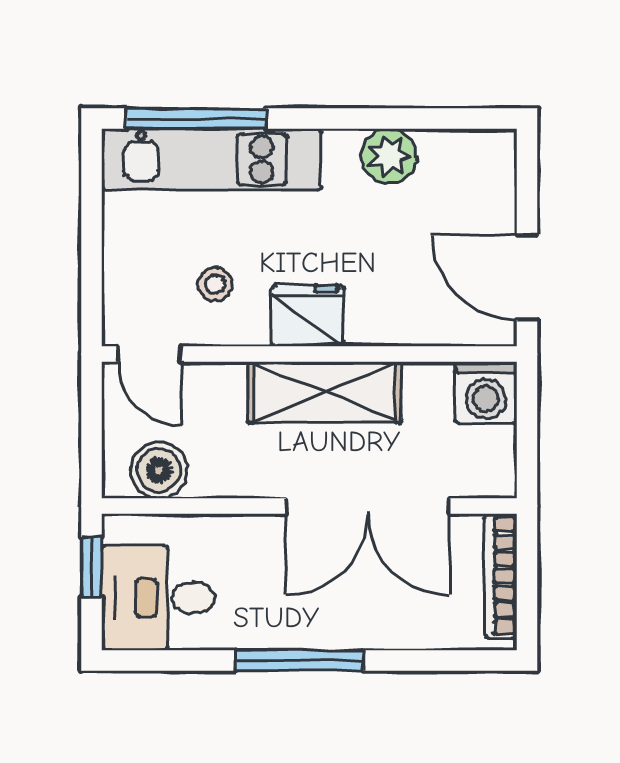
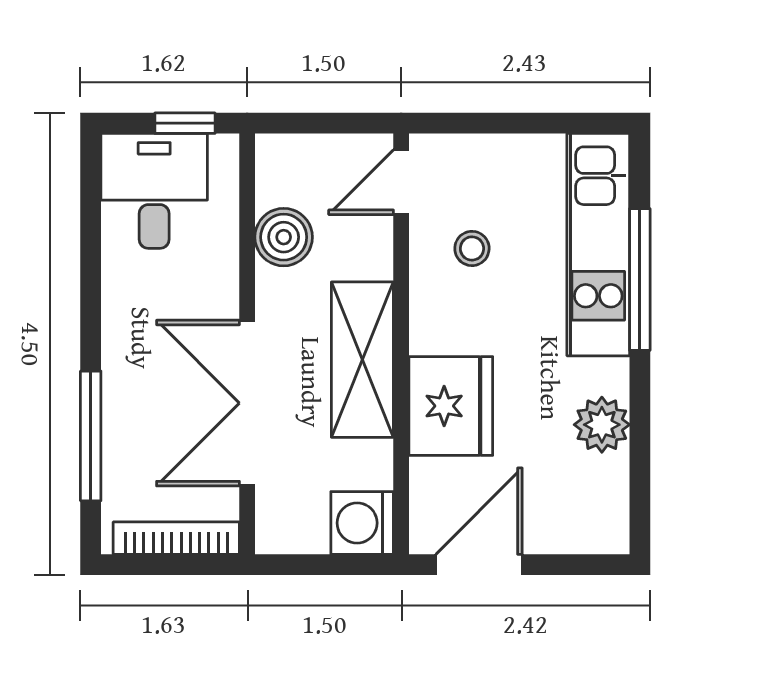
window: (196, 119) -> (640, 280), moved
fridge: (307, 316) -> (451, 406), moved, width x1.36, depth x1.34
boiler: (159, 470) -> (284, 237), moved
window: (299, 660) -> (91, 436), moved

